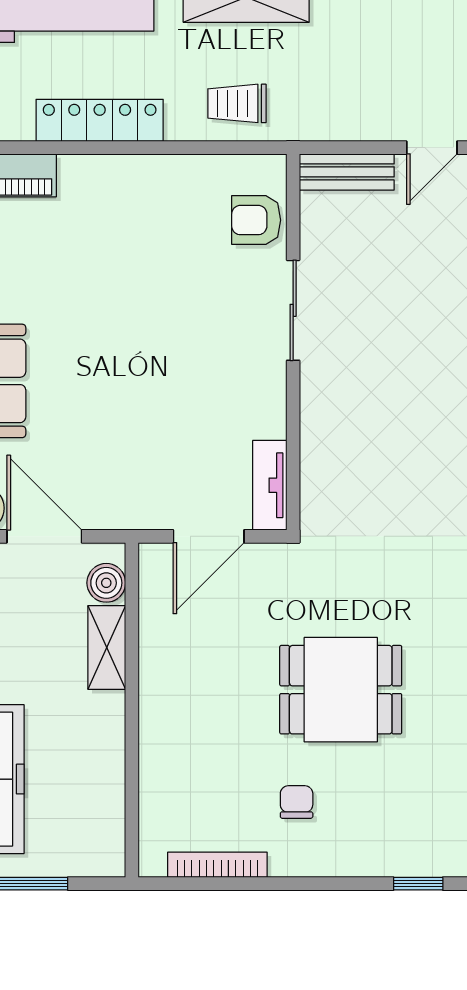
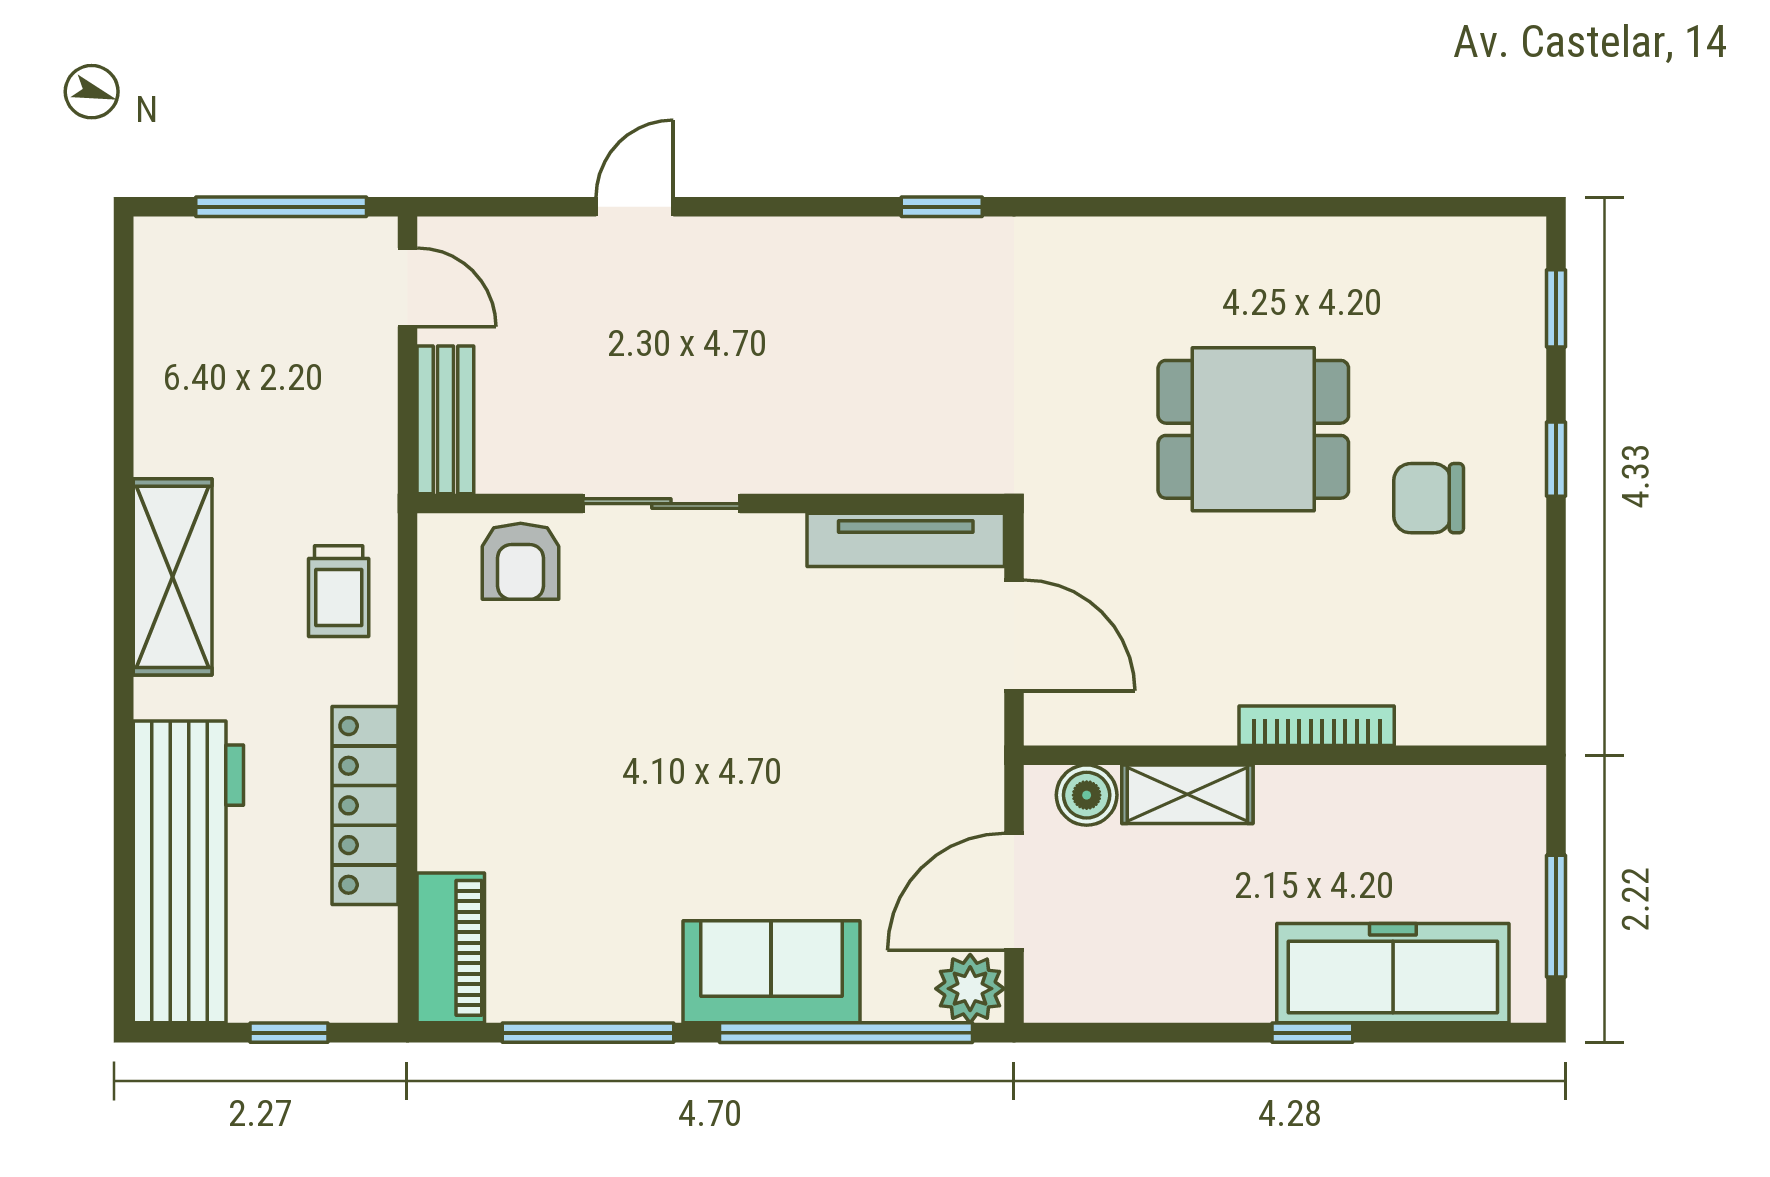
tv unit: (270, 485) -> (906, 540), width x1.41
dining table: (341, 690) -> (1253, 429), turned 90
chair: (297, 802) -> (1429, 498), width x1.37, depth x1.37
bookcase: (217, 865) -> (1317, 726), moved, turned 90
window: (322, 884) -> (1556, 459), added

